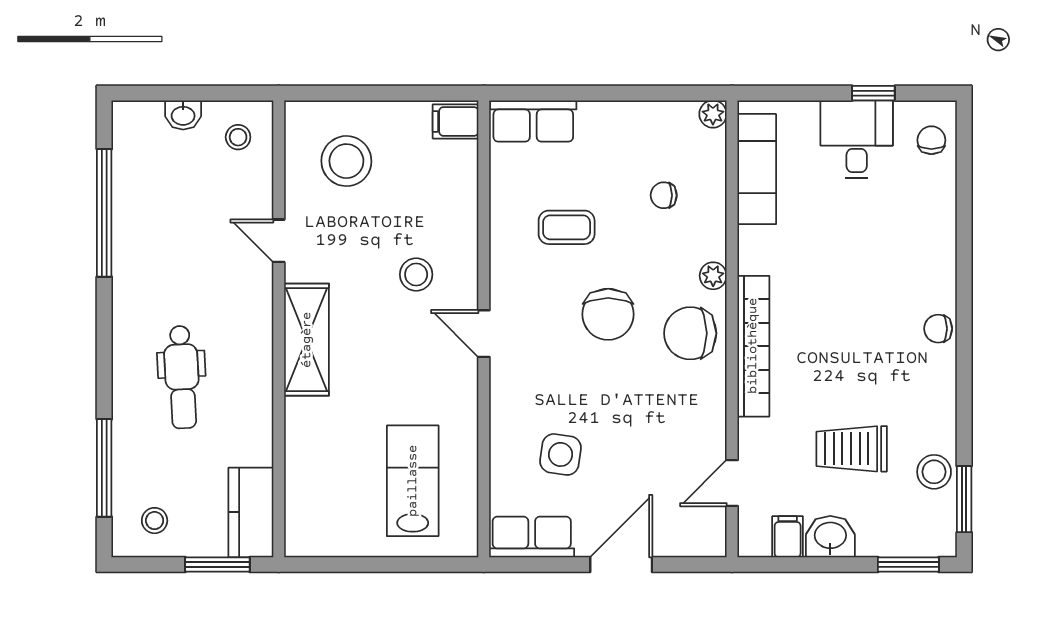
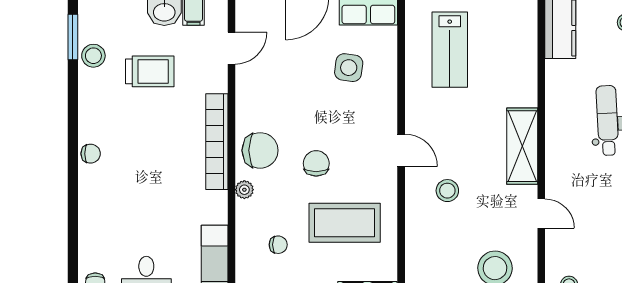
coffee table: (567, 227) -> (345, 223), width x1.86, depth x1.72
chair: (608, 314) -> (316, 163), width x0.73, depth x0.73

